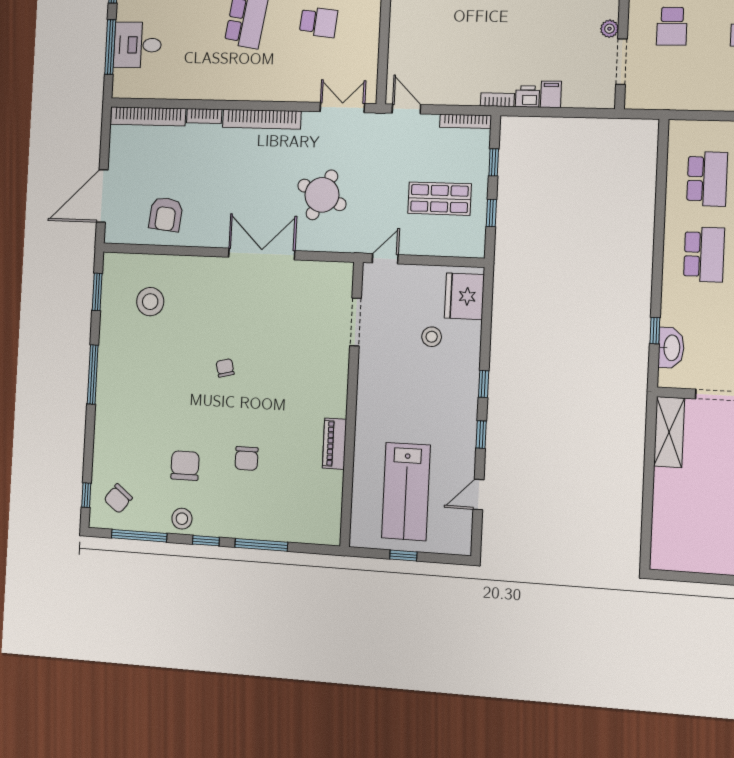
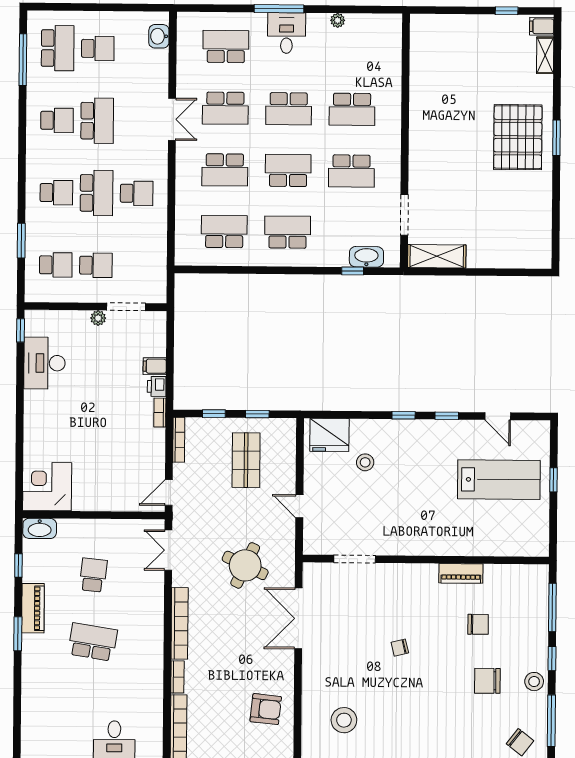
doorway: (356, 322) -> (355, 559), moved
wall: (352, 404) -> (426, 560), moved
piano: (334, 444) -> (461, 573), moved

